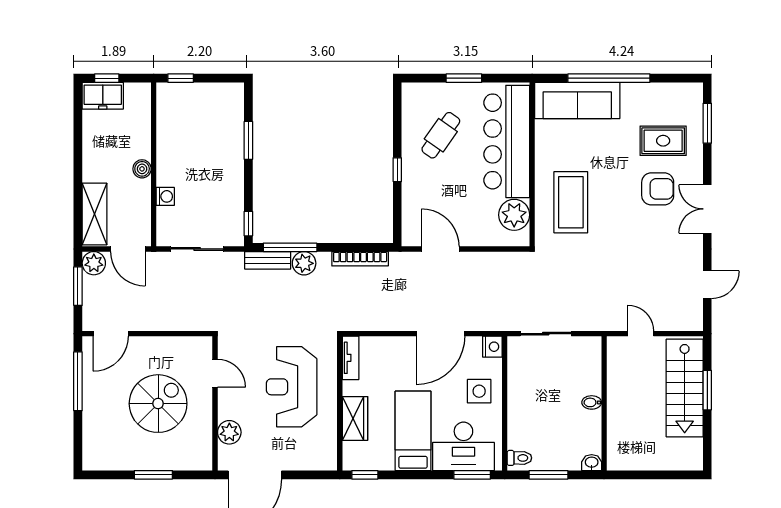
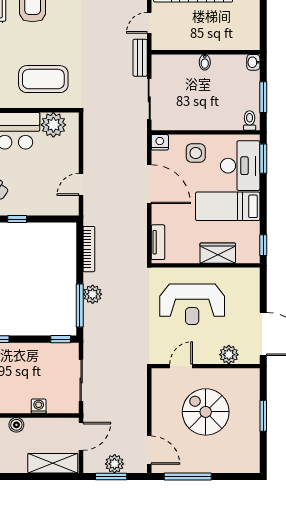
door: (440, 249) -> (81, 184), width x0.73
bench: (268, 260) -> (140, 58), moved
plant: (94, 263) -> (115, 464), moved
tv unit: (351, 358) -> (158, 242), moved, turned 90

